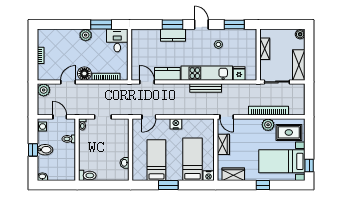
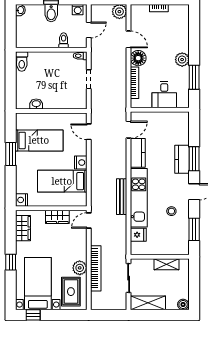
desk: (117, 40) -> (164, 95), moved, turned 90
bed: (192, 159) -> (62, 181), moved, turned 180

